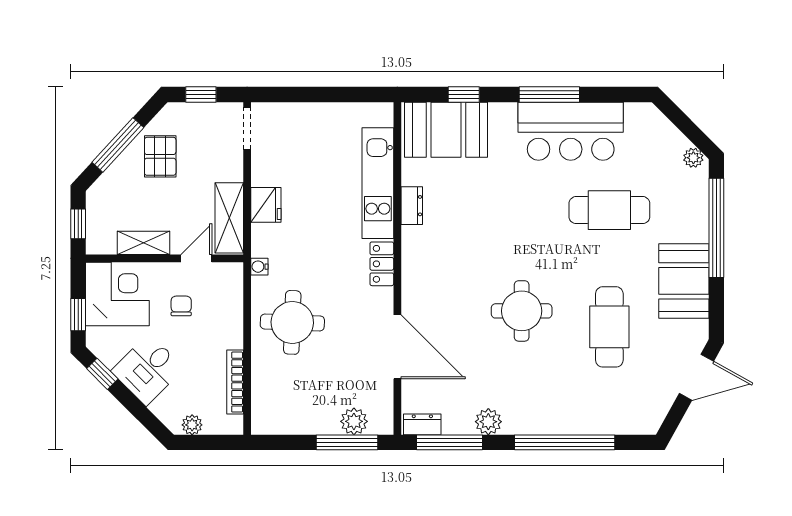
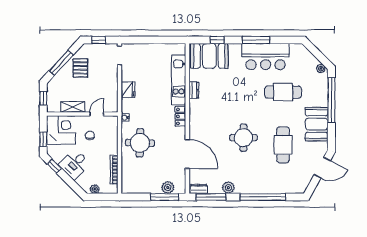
shelving: (229, 218) -> (111, 96), removed

